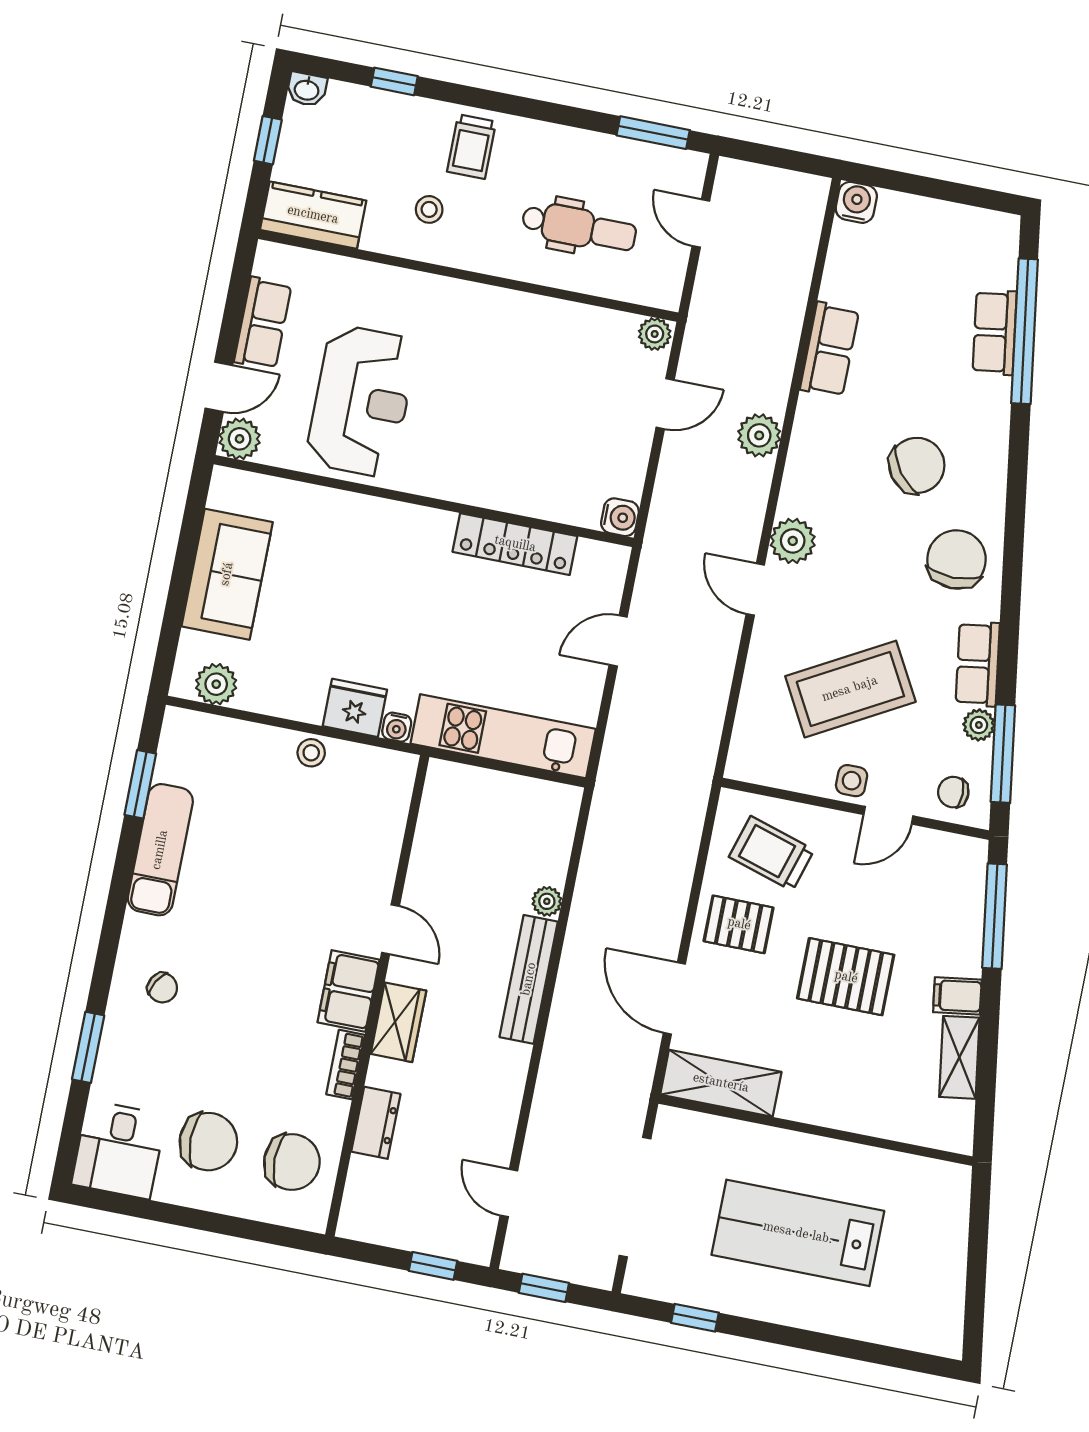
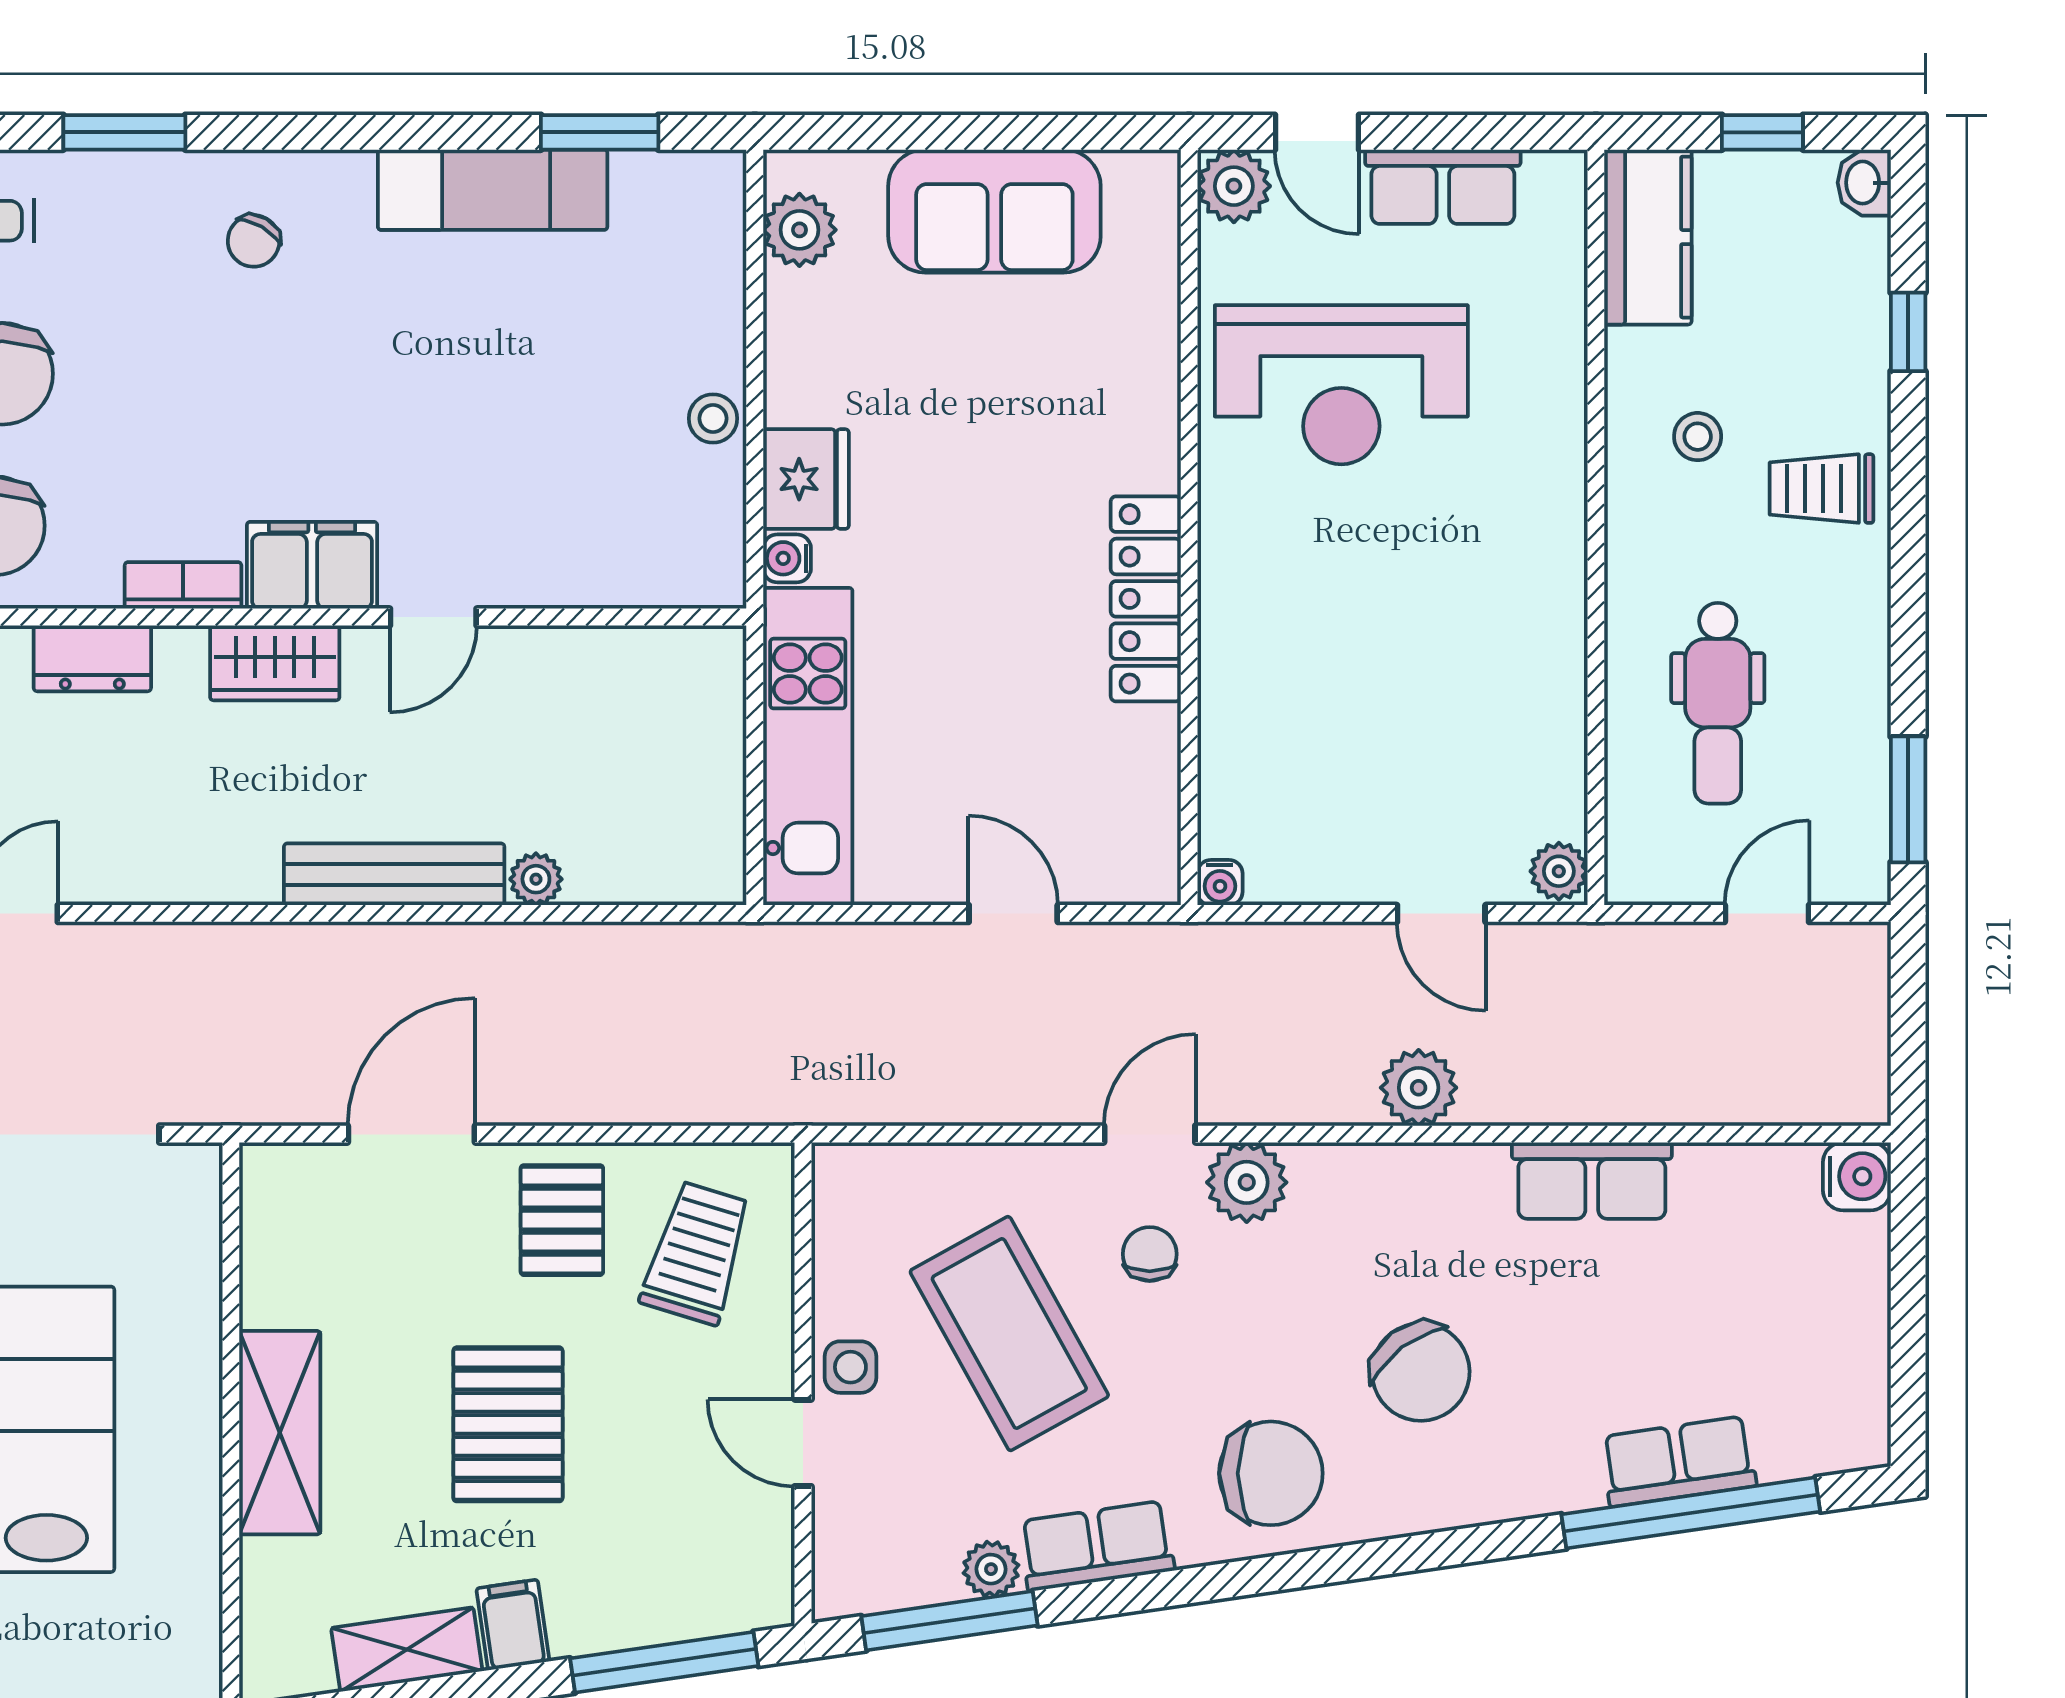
water cooler: (620, 517) -> (1220, 883), width x0.72, depth x0.72
locker: (515, 544) -> (1146, 599), moved
chair: (953, 792) -> (1150, 1254), moved
shelving: (721, 1083) -> (280, 1433), moved

